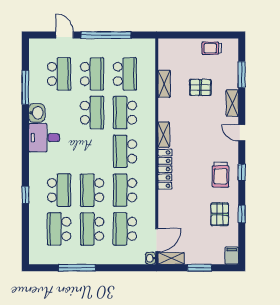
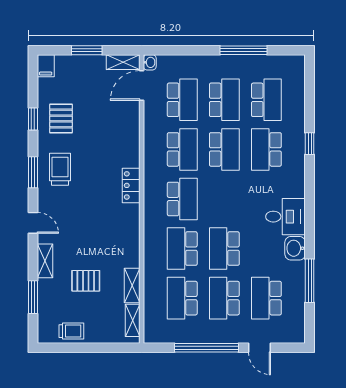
school desk: (125, 113) -> (182, 249), turned 180
shelving: (164, 135) -> (133, 320), moved
locker: (165, 169) -> (131, 185), width x0.66
window: (242, 172) -> (33, 172), width x1.50

